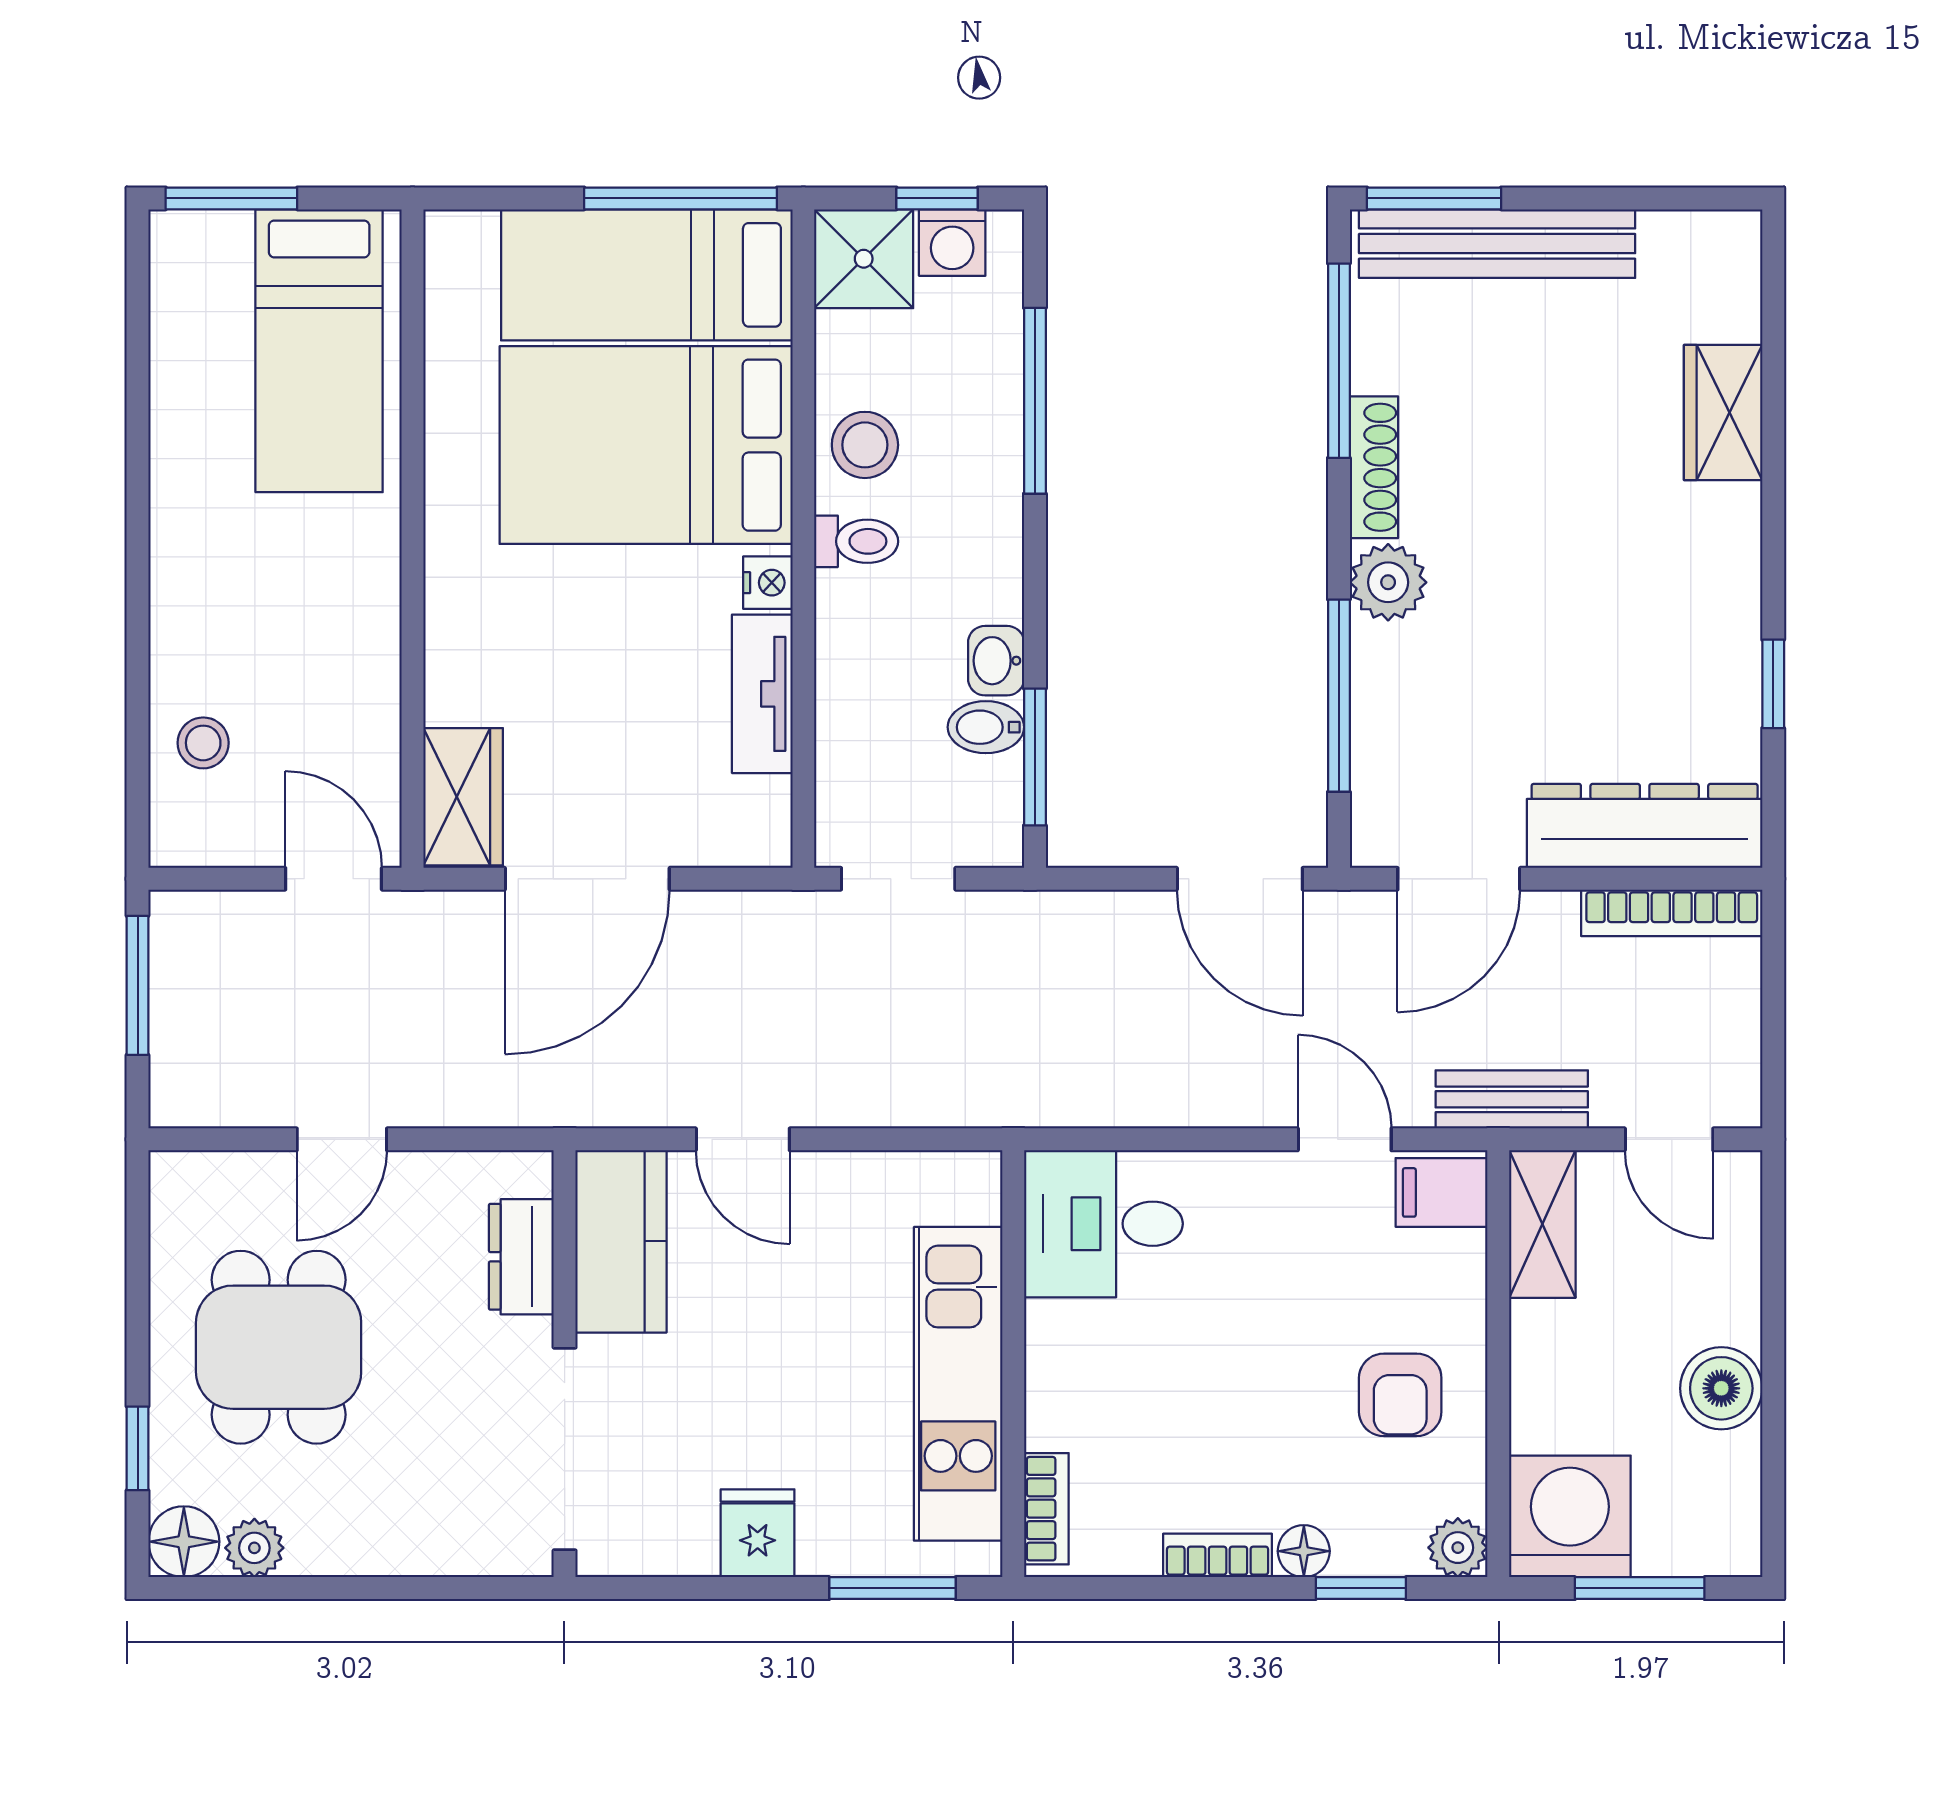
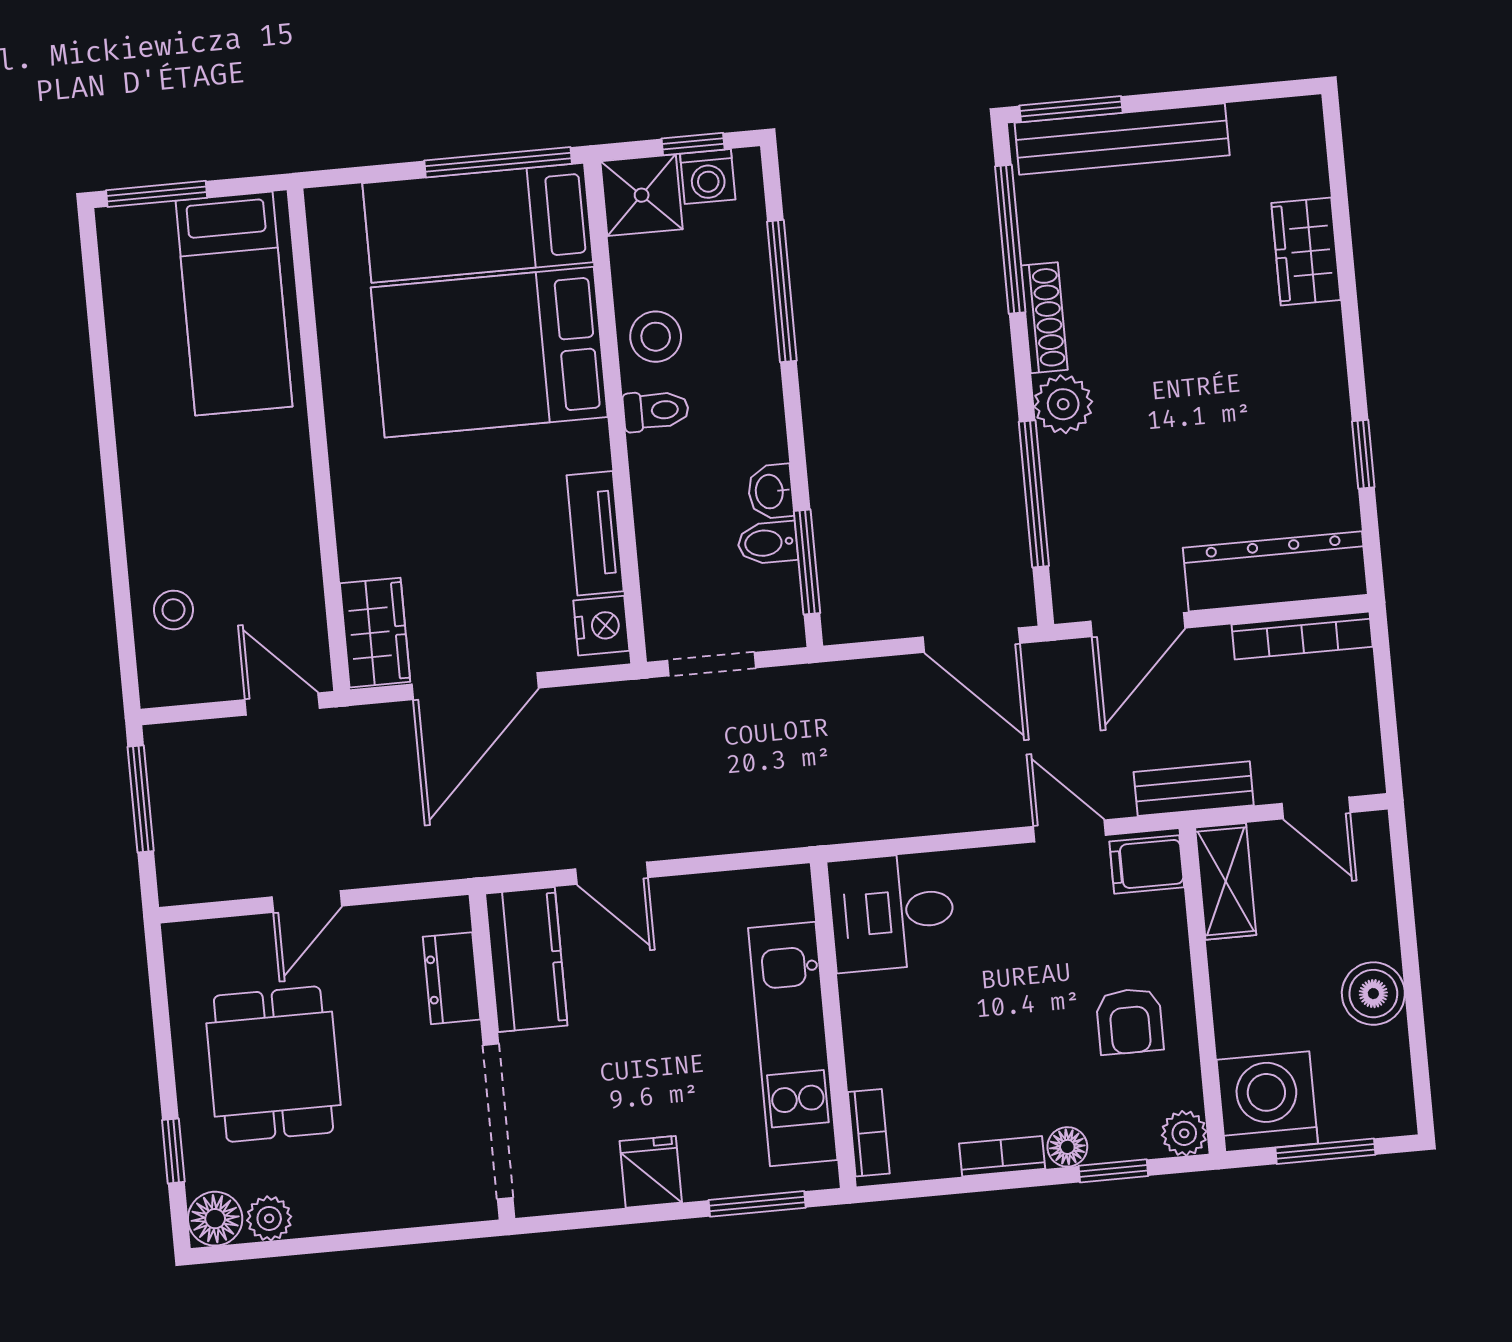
nightstand: (768, 583) -> (601, 626), moved, width x1.39, depth x1.35

